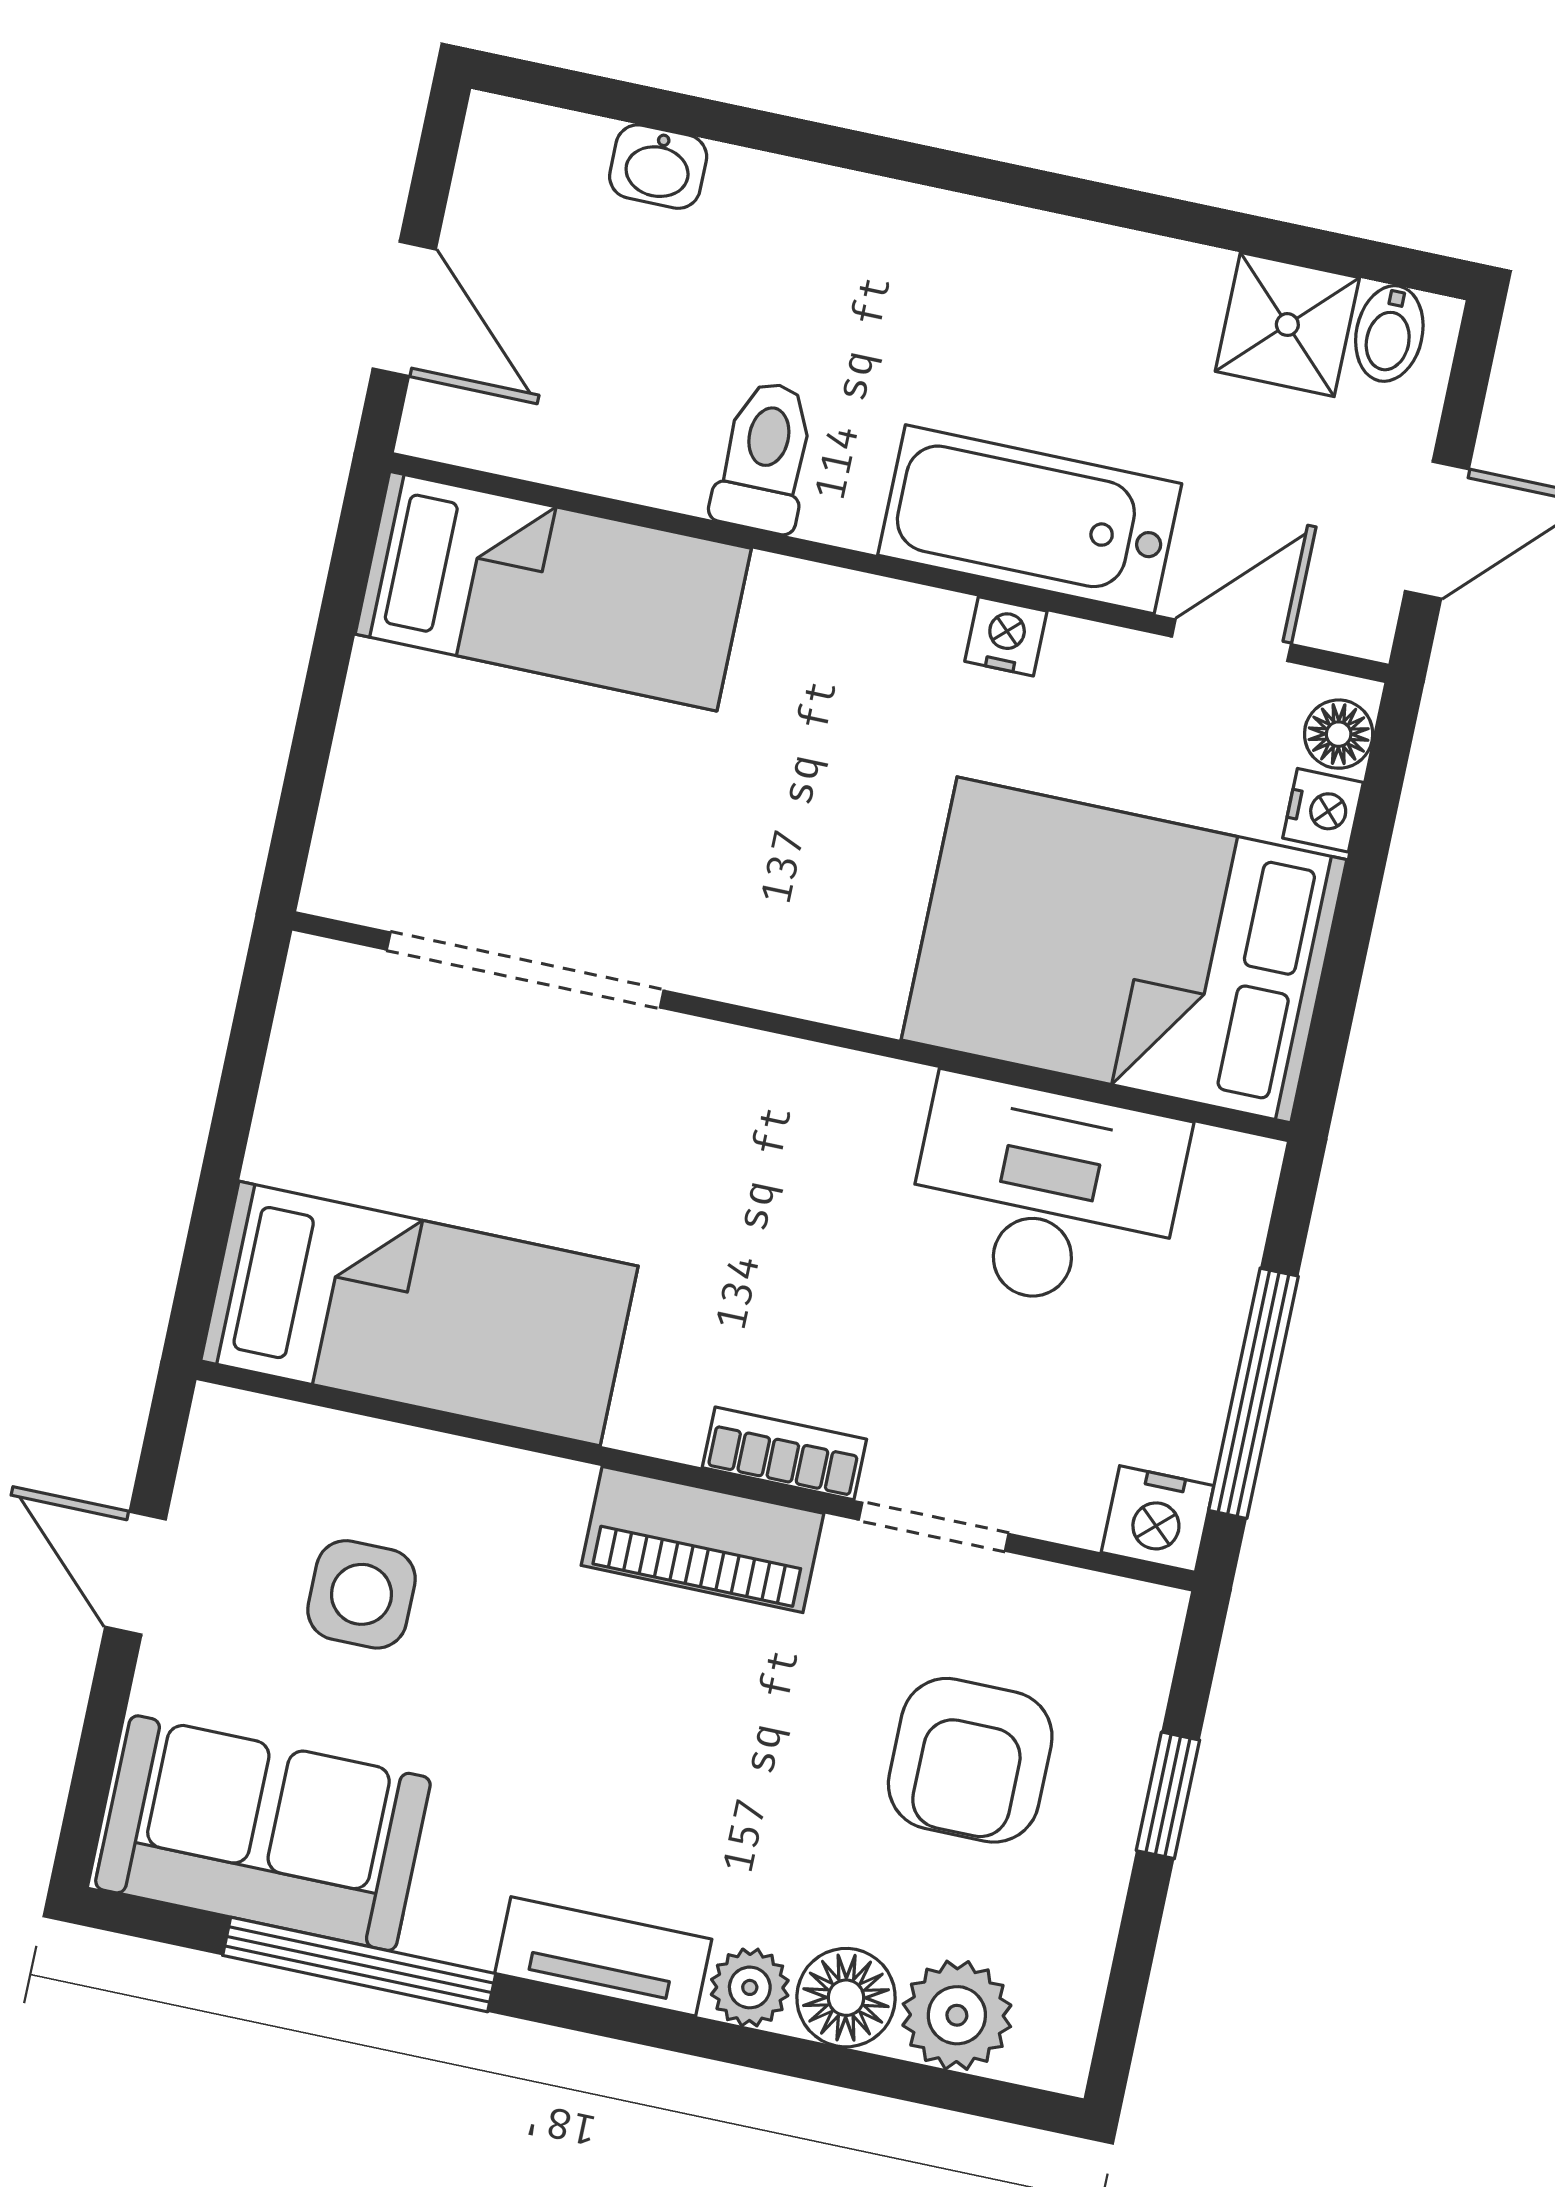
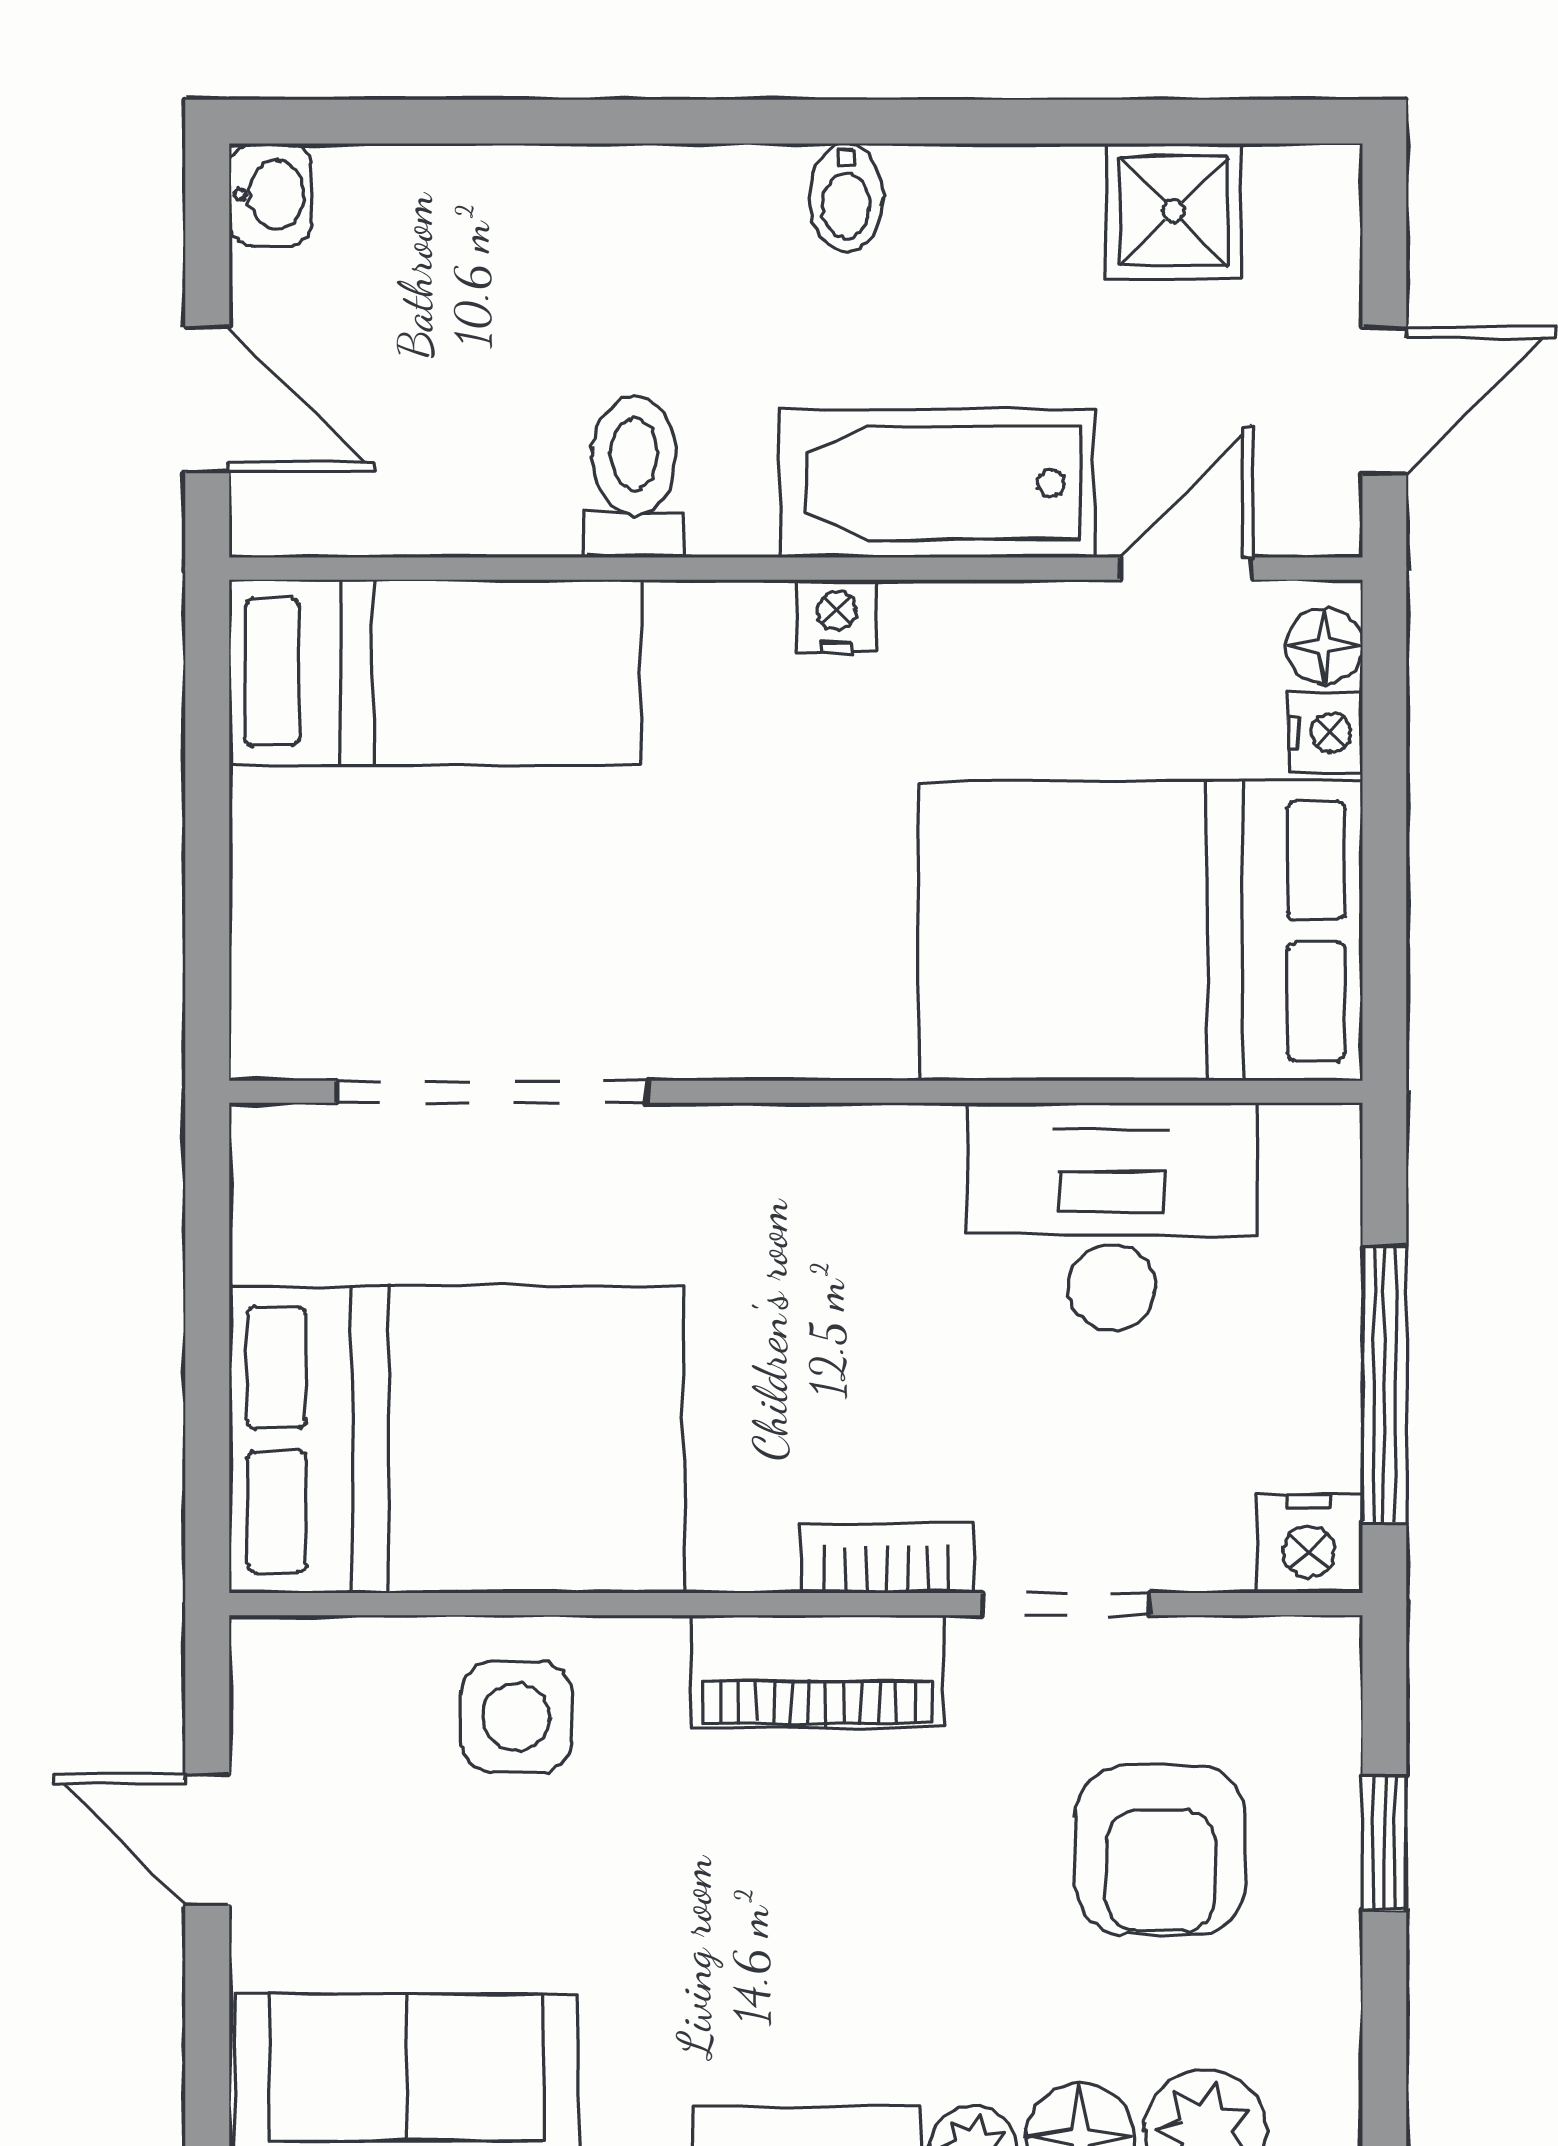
washbasin: (658, 167) -> (270, 195), moved, turned -90
bidet: (1389, 333) -> (846, 197), moved
nightstand: (1006, 636) -> (837, 616), moved
bed: (419, 1314) -> (457, 1440), width x1.50
side table: (361, 1594) -> (516, 1717), moved

